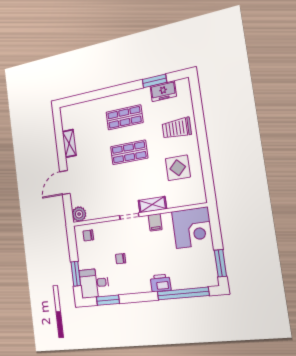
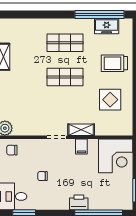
window: (154, 81) -> (100, 14), width x2.11

